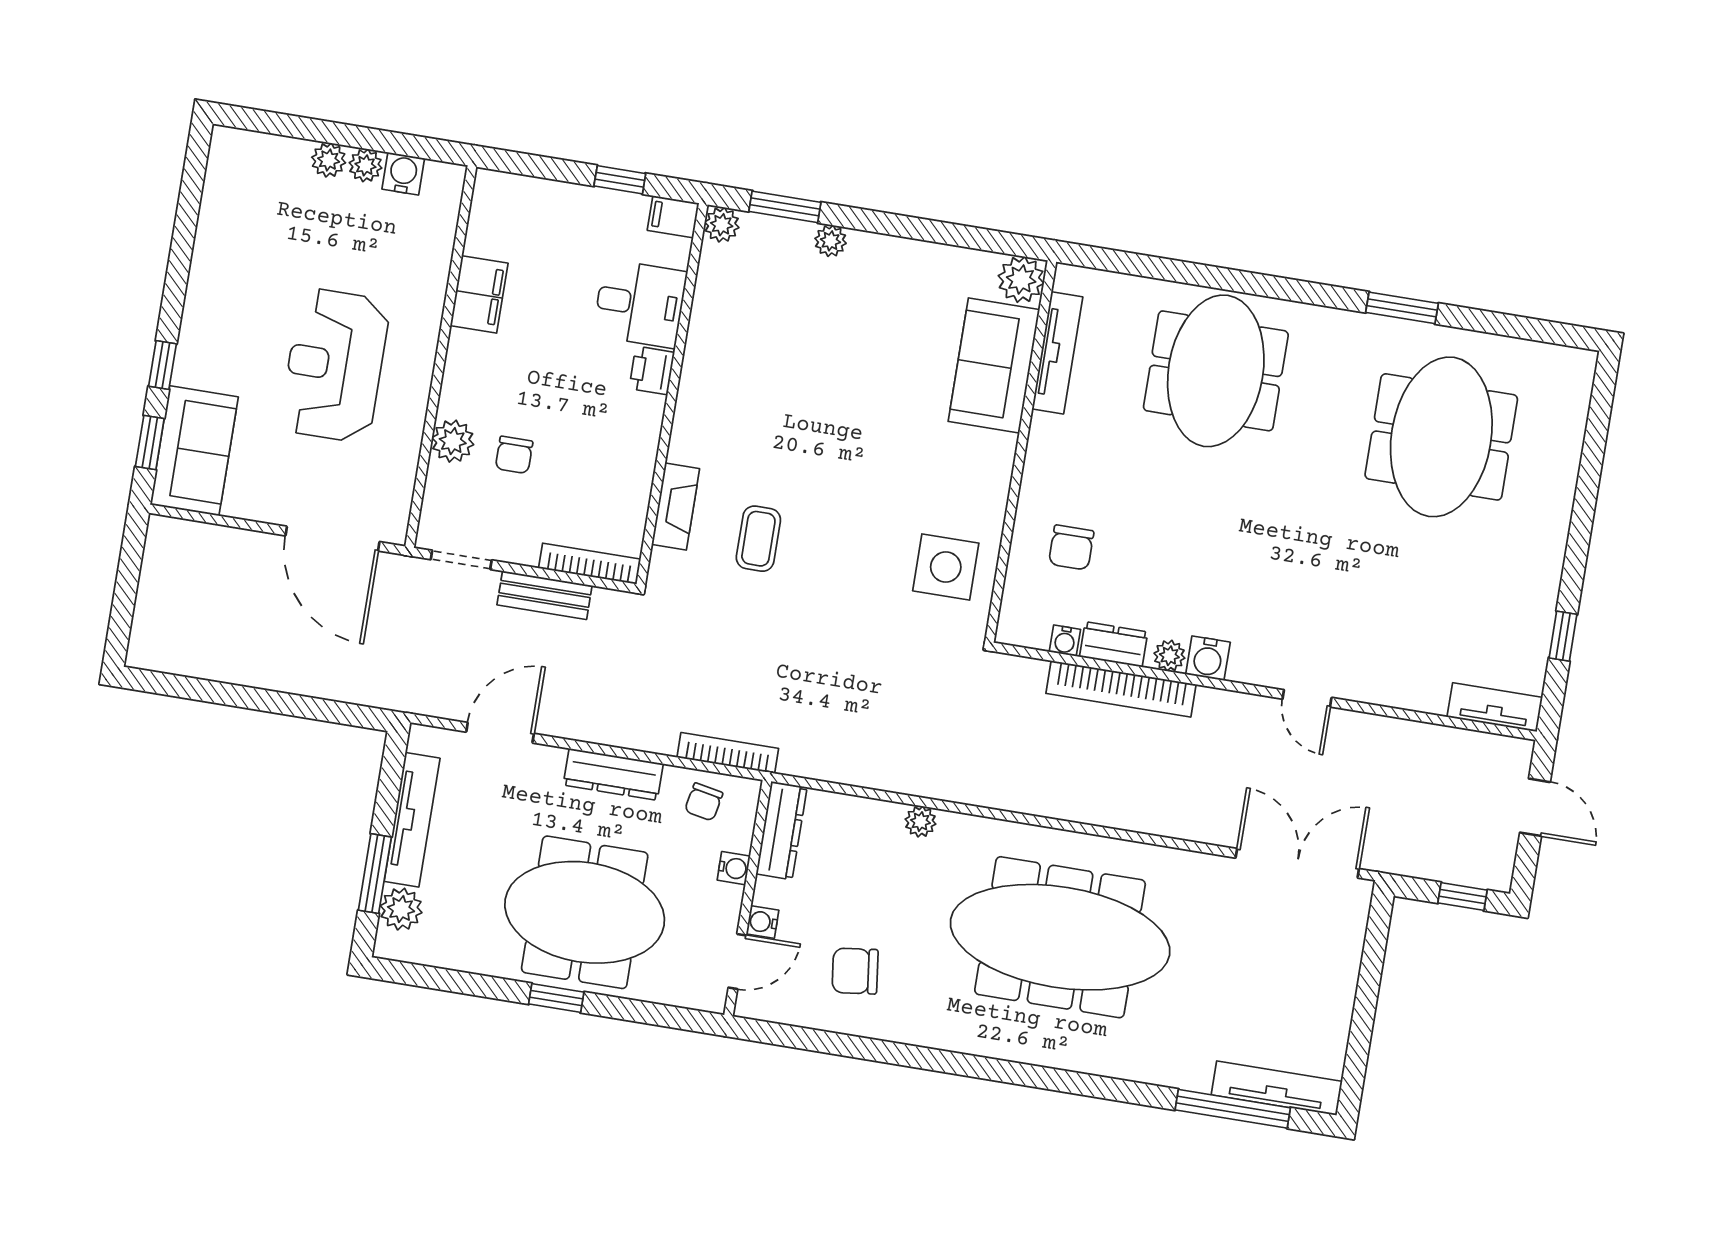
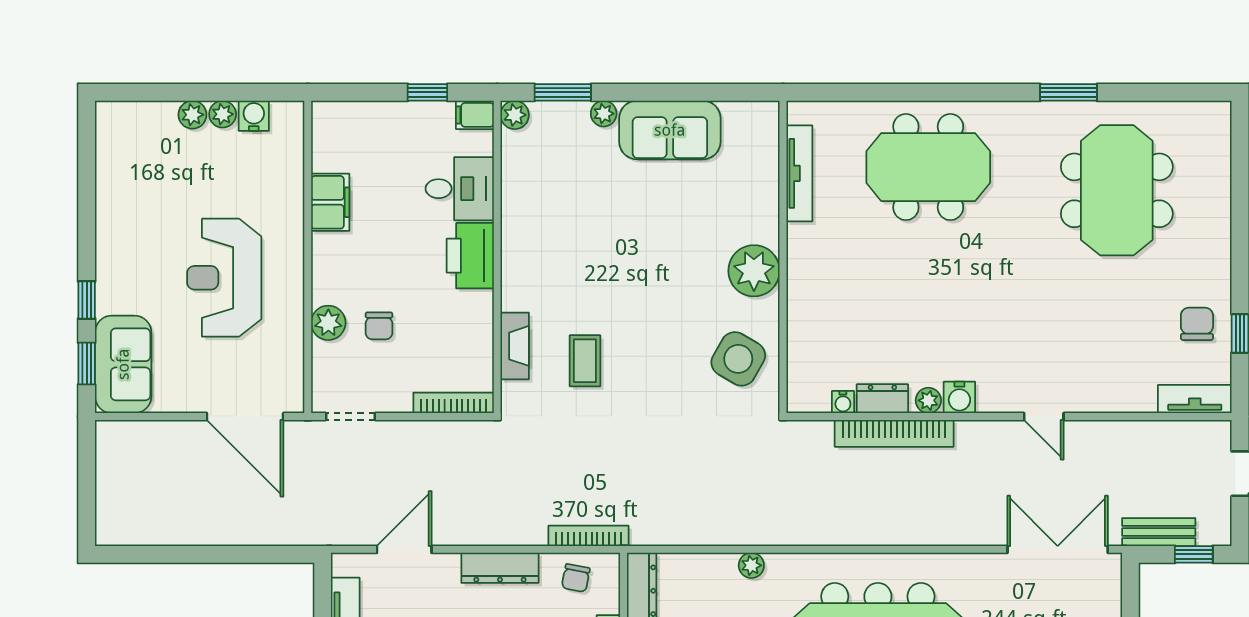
plant: (1021, 280) -> (754, 271), moved, width x1.36, depth x1.36
sofa: (994, 365) -> (670, 130), moved, turned -90
printer: (652, 370) -> (470, 256), width x1.87, depth x1.48
meeting table: (1216, 371) -> (928, 167), turned 90
chair: (1071, 547) -> (1197, 324), moved, turned 180
side table: (946, 567) -> (738, 359), turned 30
bench: (545, 595) -> (1159, 532), moved

